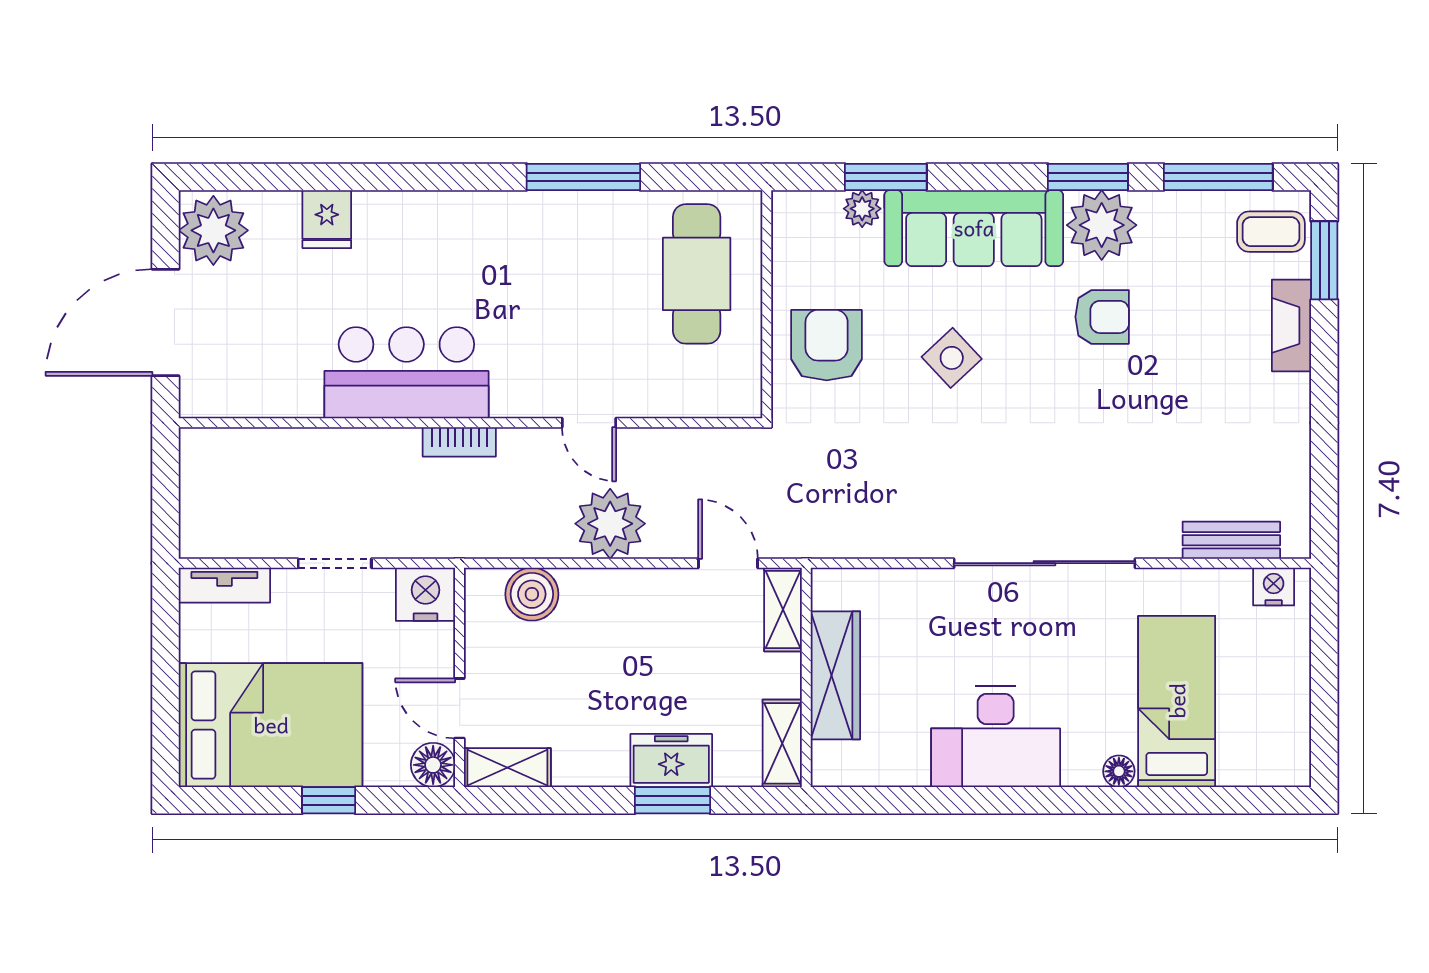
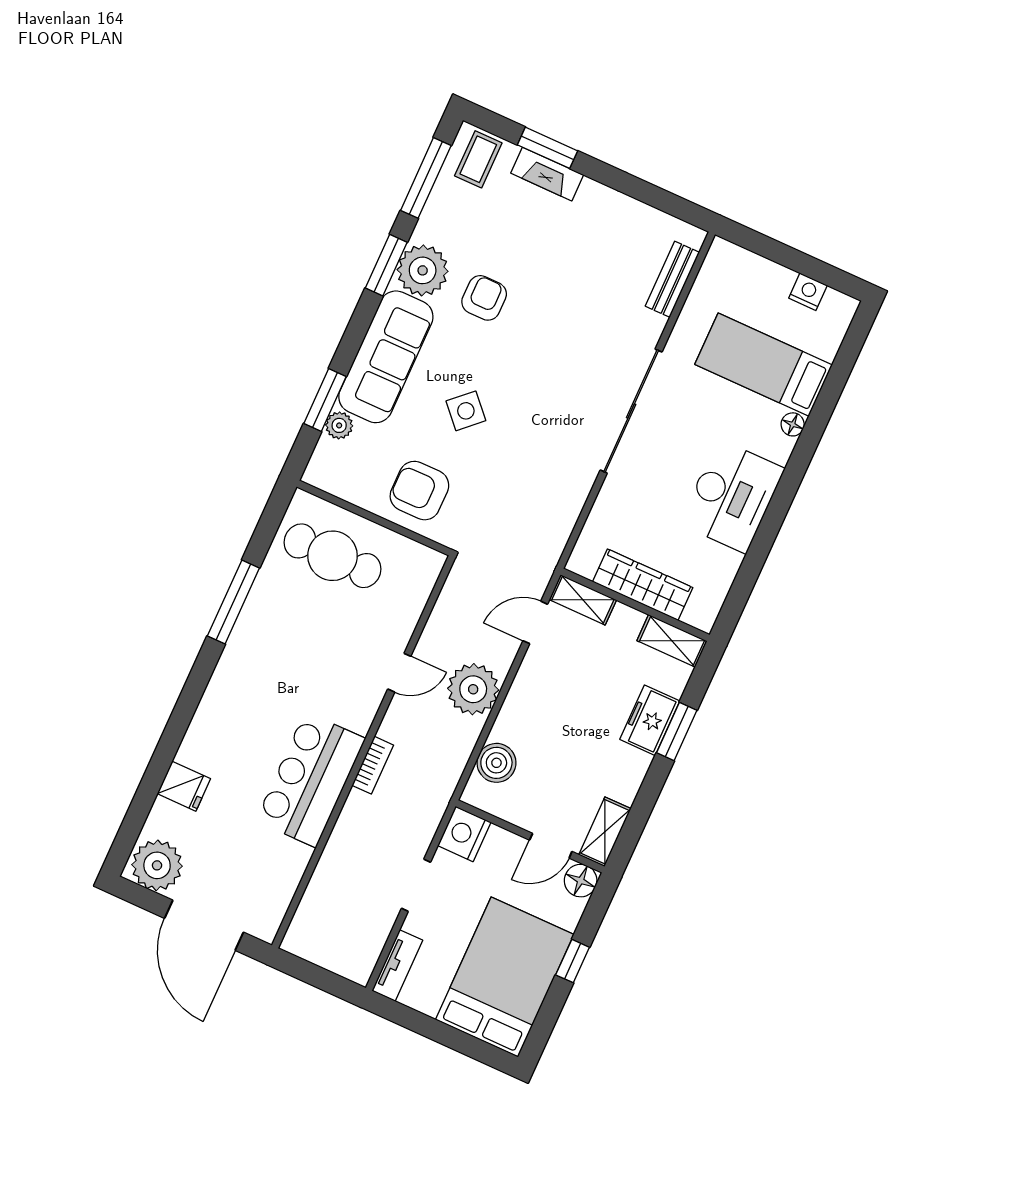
window: (1324, 260) -> (548, 148), moved
nightstand: (1274, 587) -> (808, 292), moved, turned 90

